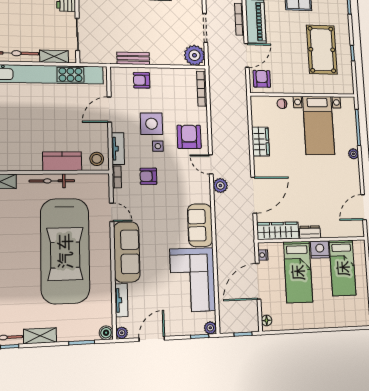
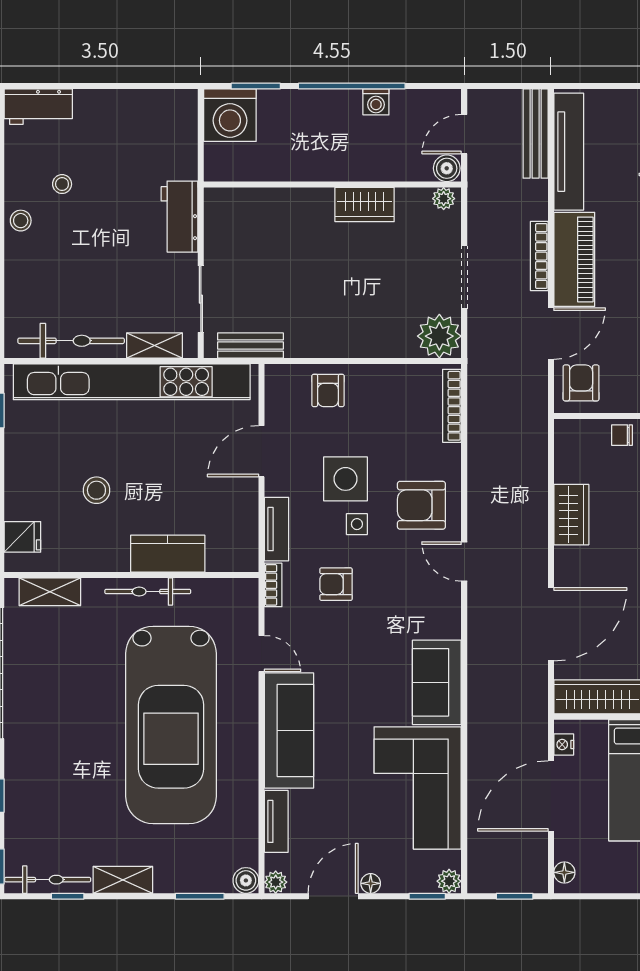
bench: (133, 58) -> (250, 345), moved
armchair: (142, 80) -> (328, 390), turned -90
armchair: (189, 137) -> (421, 505), turned -90
stool: (97, 159) -> (96, 490), moved
plant: (220, 186) -> (482, 604), removed
floor lamp: (171, 331) -> (371, 883), added

